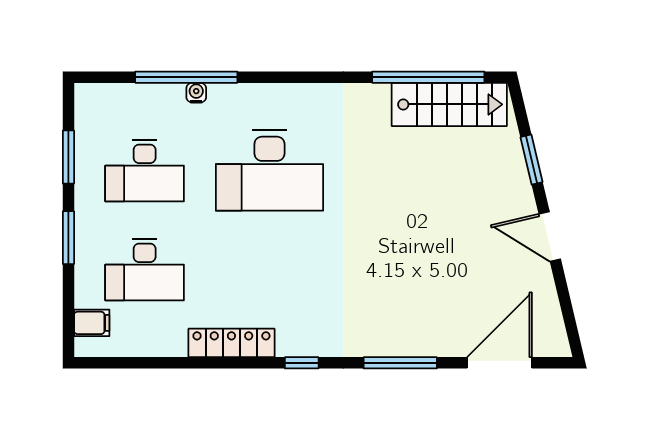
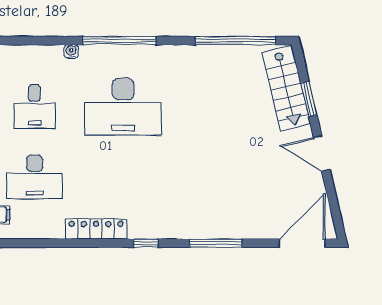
window: (186, 77) -> (119, 41), moved
stairs: (449, 104) -> (286, 88), moved, turned 77
desk: (145, 170) -> (34, 107), width x0.73
door: (500, 363) -> (302, 243), moved

